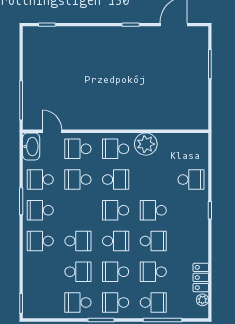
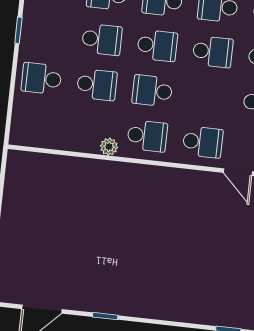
plant: (146, 144) -> (109, 147), width x0.53, depth x0.53
school desk: (78, 180) -> (213, 52), moved
school desk: (153, 180) -> (97, 85), added

